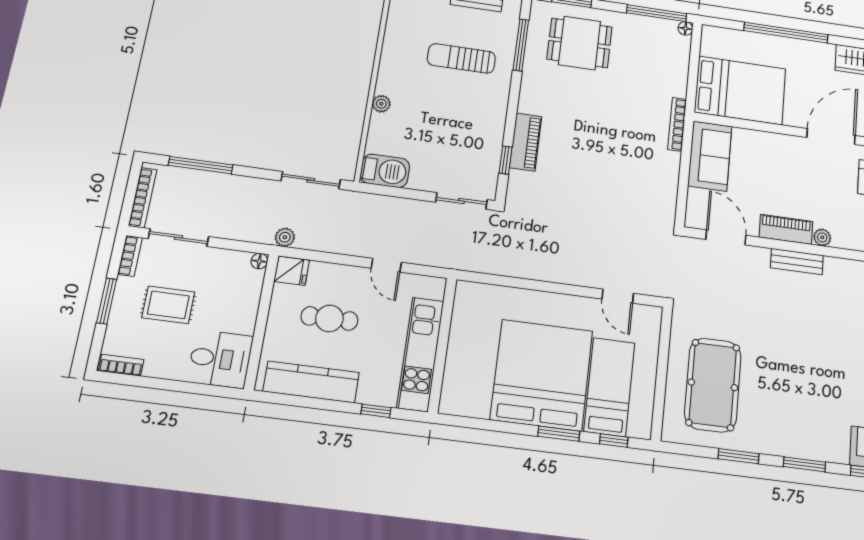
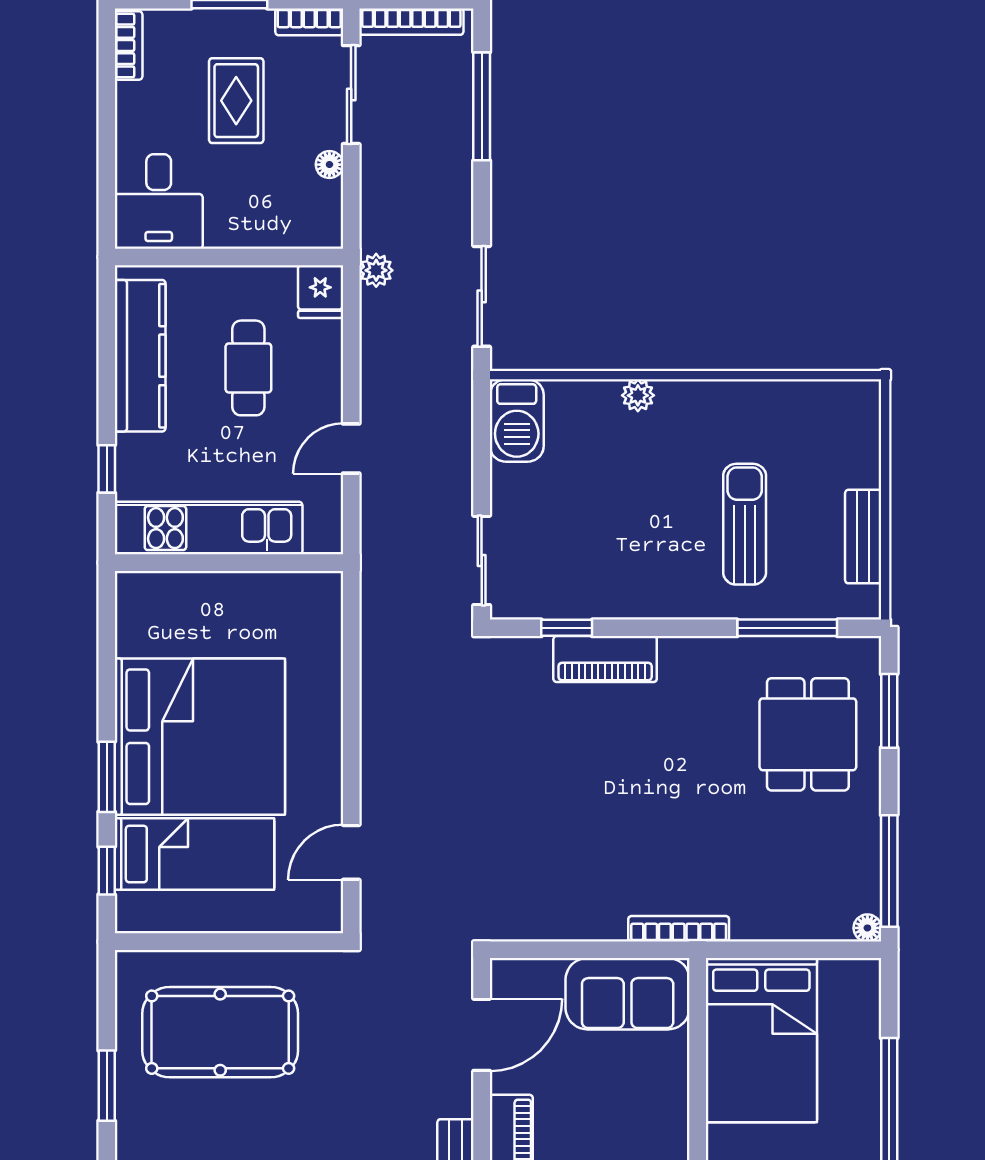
floor lamp: (259, 261) -> (329, 165), moved

